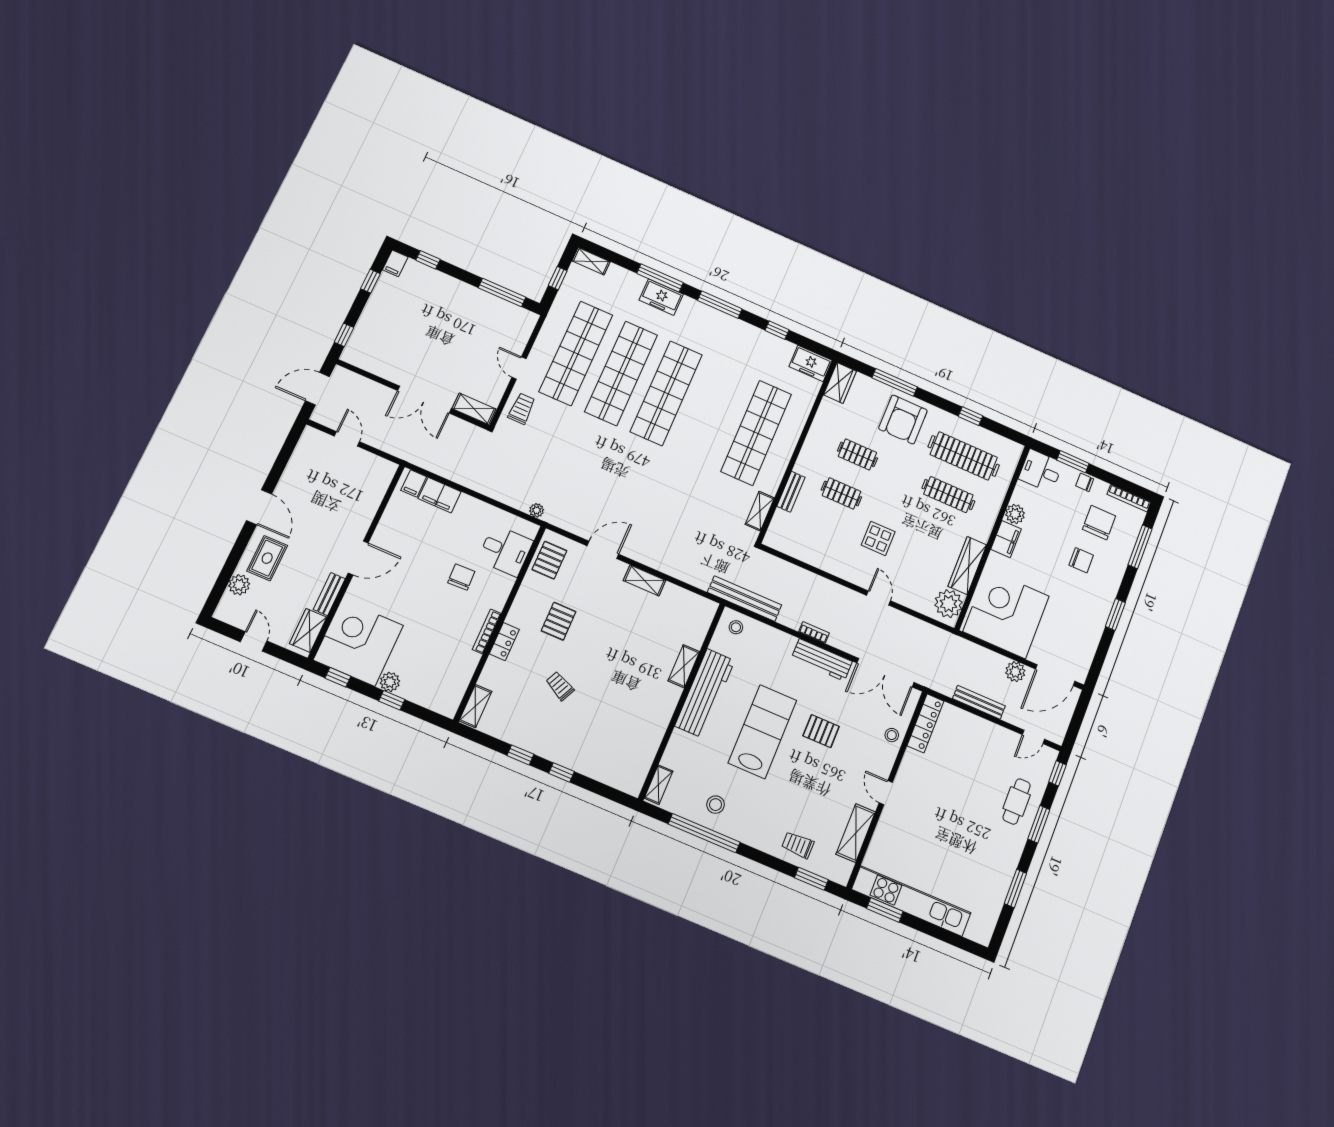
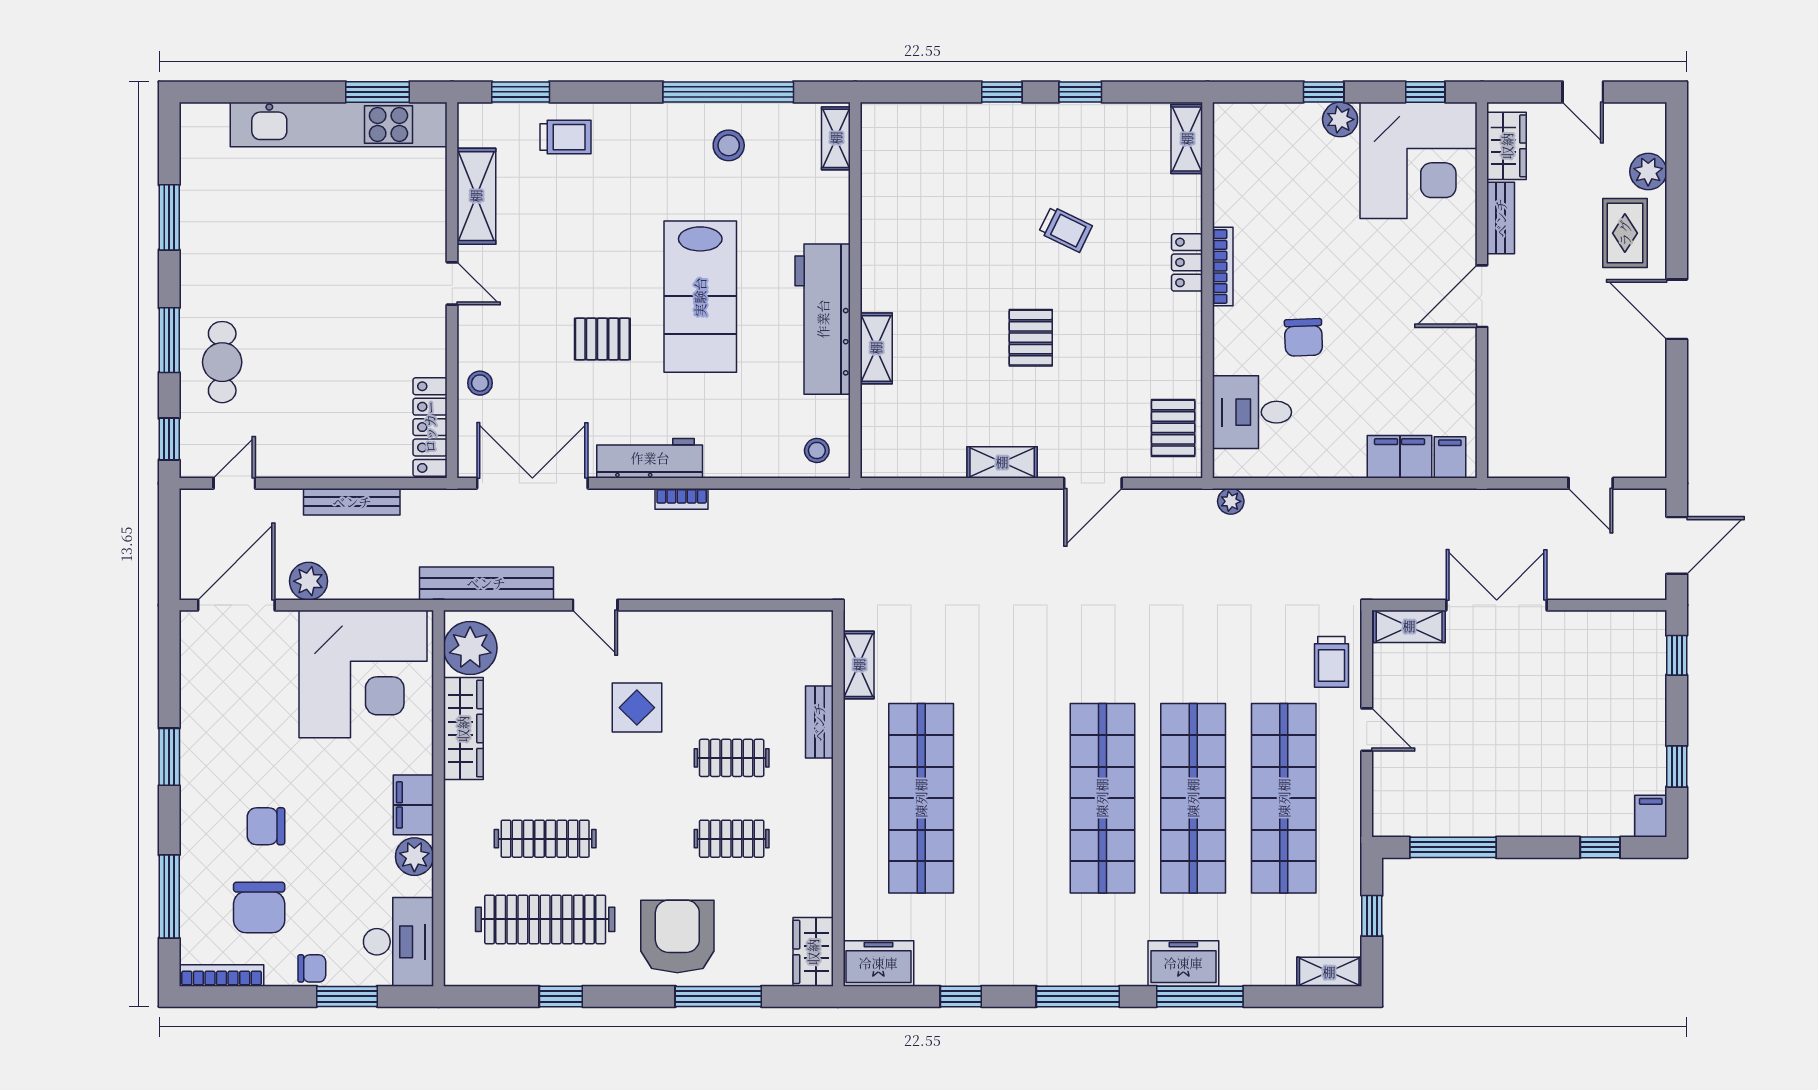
desk: (1041, 471) -> (398, 942), width x1.37
bench: (745, 599) -> (486, 583), moved
pallet: (559, 621) -> (1031, 338), moved

